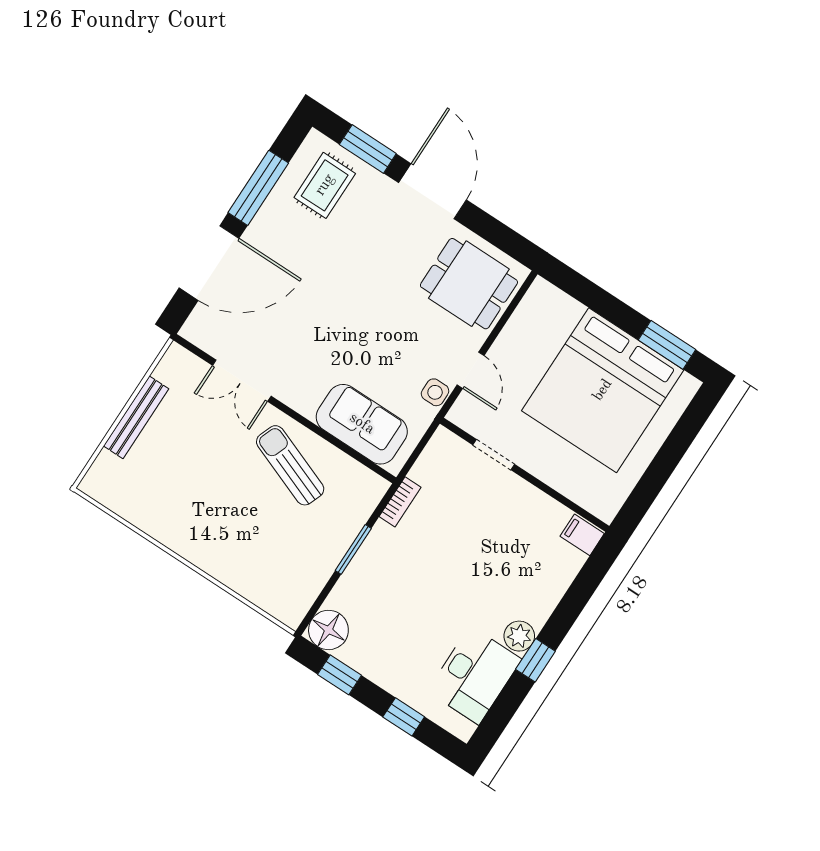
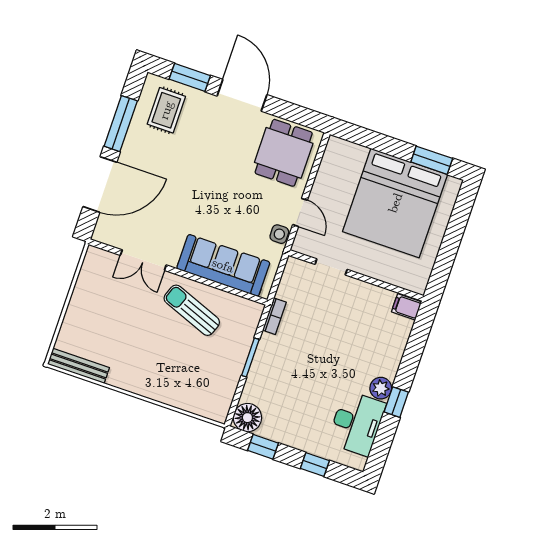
dining table: (469, 284) -> (284, 153), turned 90
bench: (136, 417) -> (78, 366), moved, turned 90
sofa: (362, 424) -> (223, 265), width x1.36

